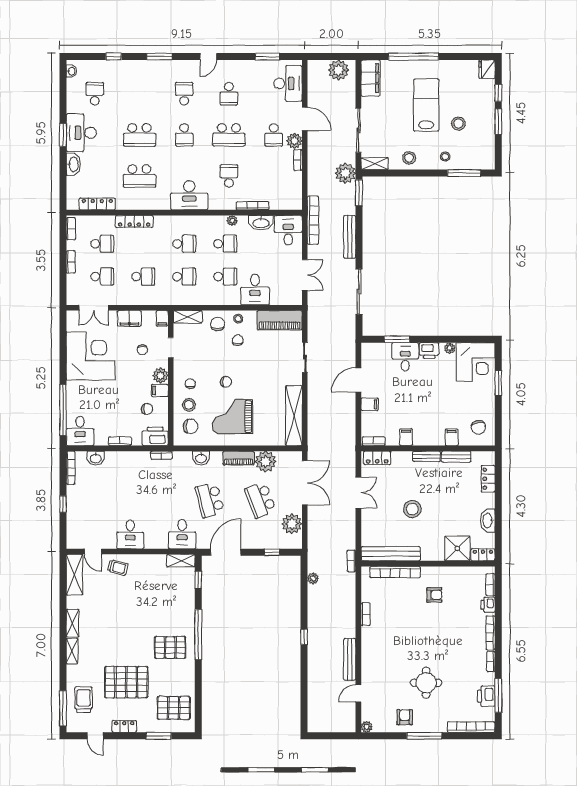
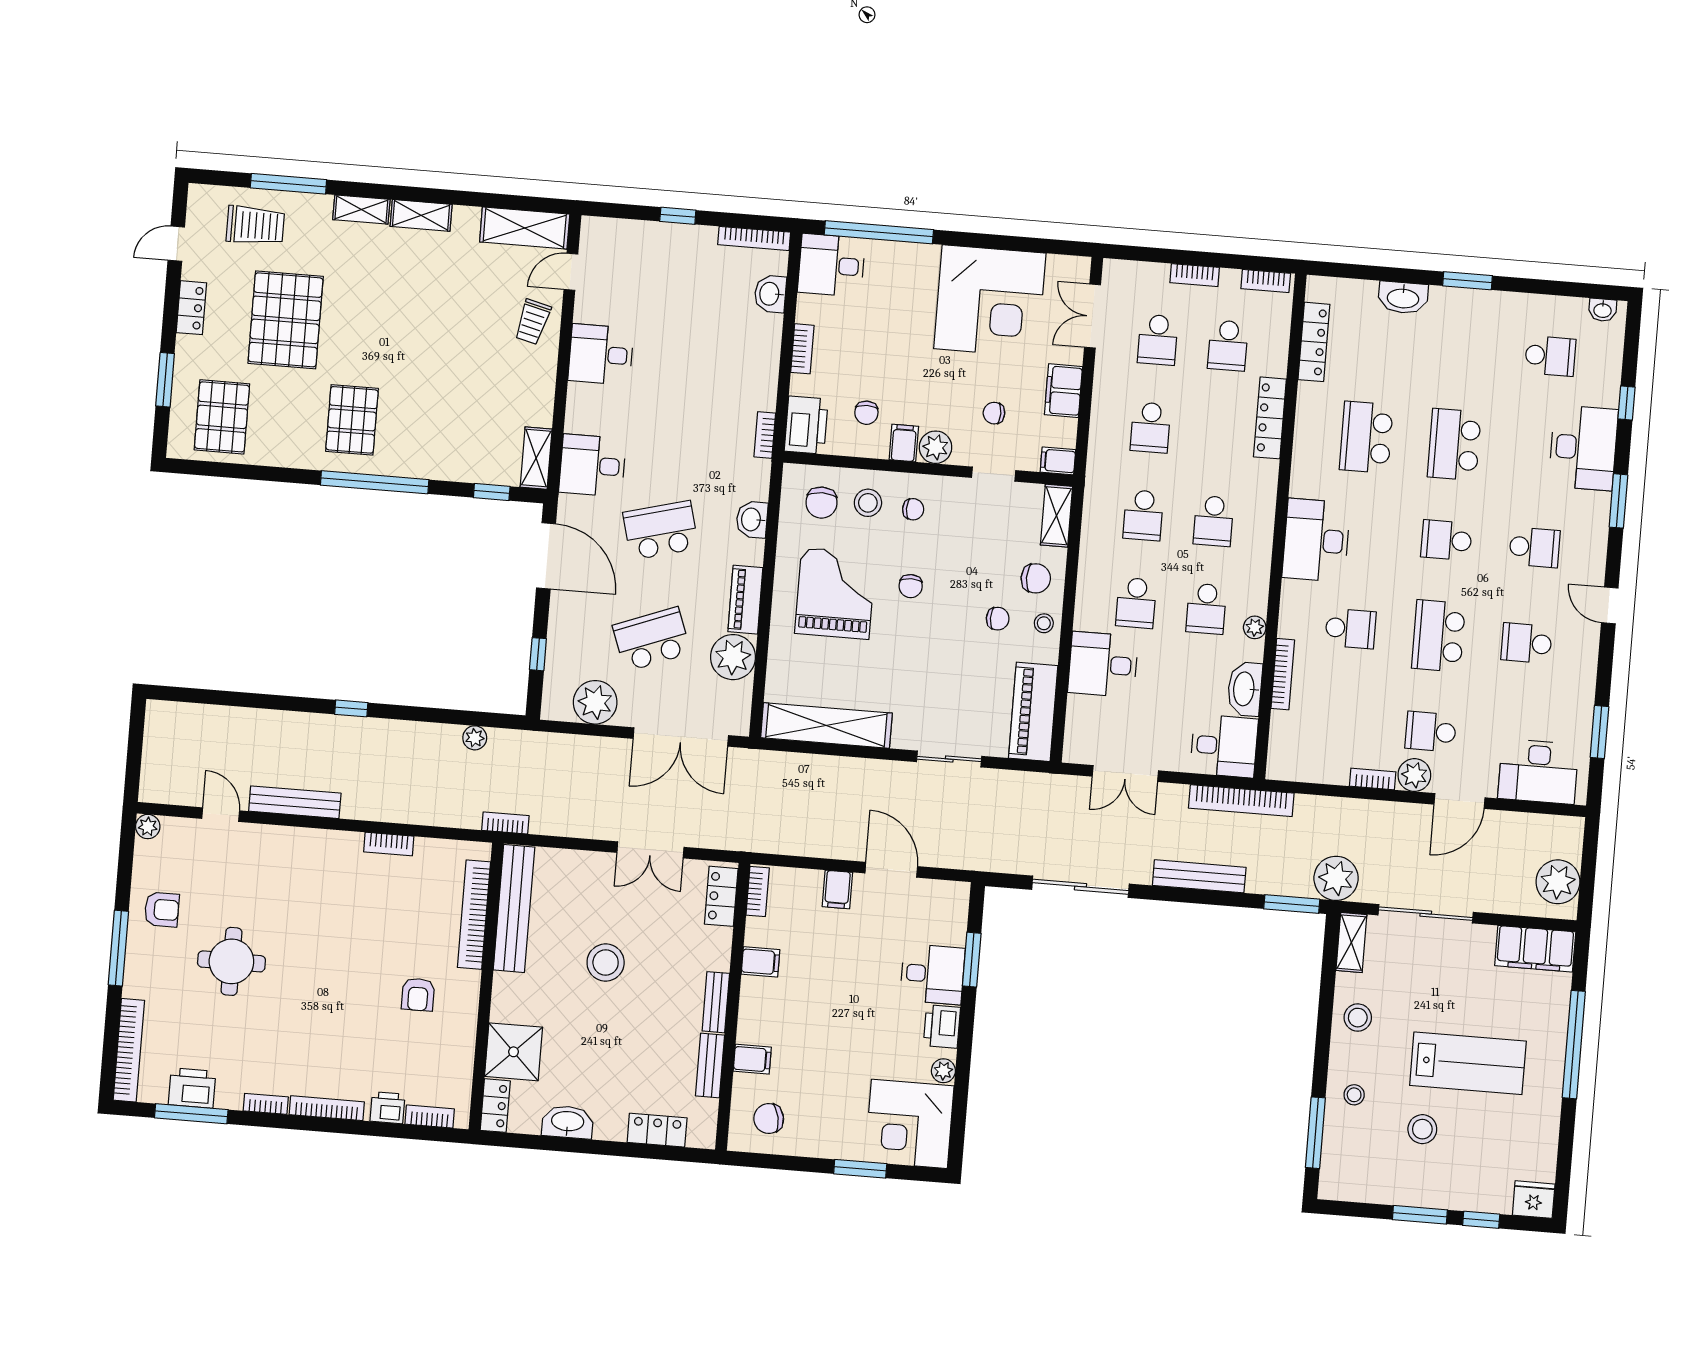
desk: (81, 133) -> (1583, 448), moved, turned 90
window: (63, 708) -> (288, 184), moved

